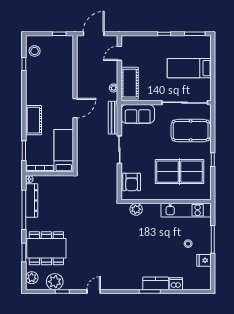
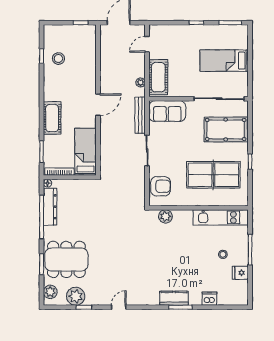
stool: (35, 51) -> (58, 59), moved
armchair: (132, 182) -> (161, 186), turned -90
kitchen counter: (156, 283) -> (174, 298), moved

